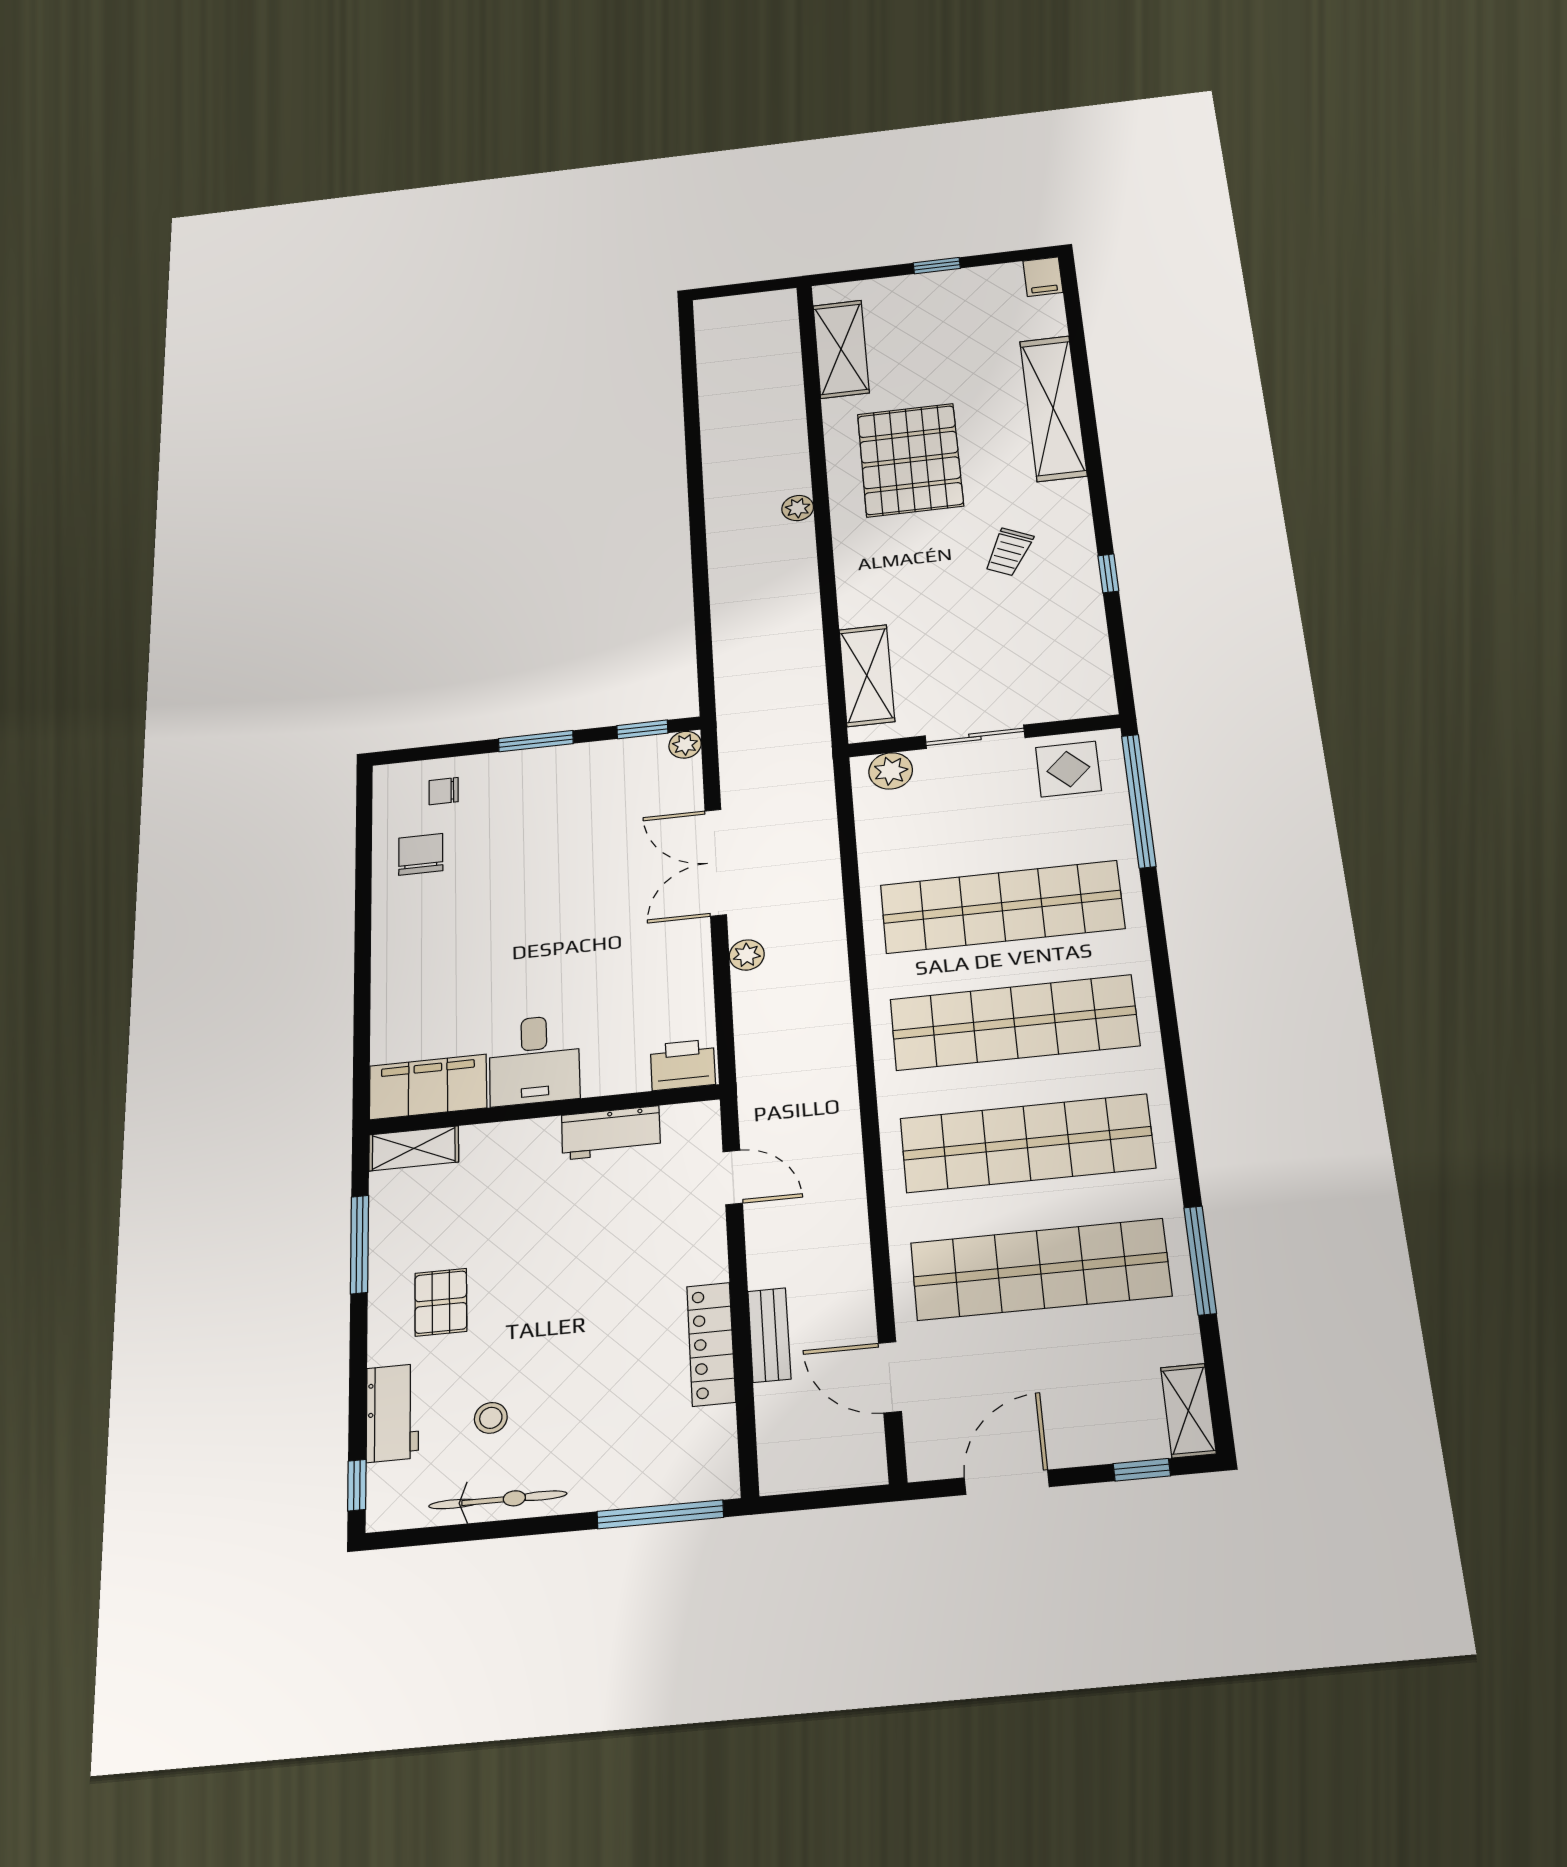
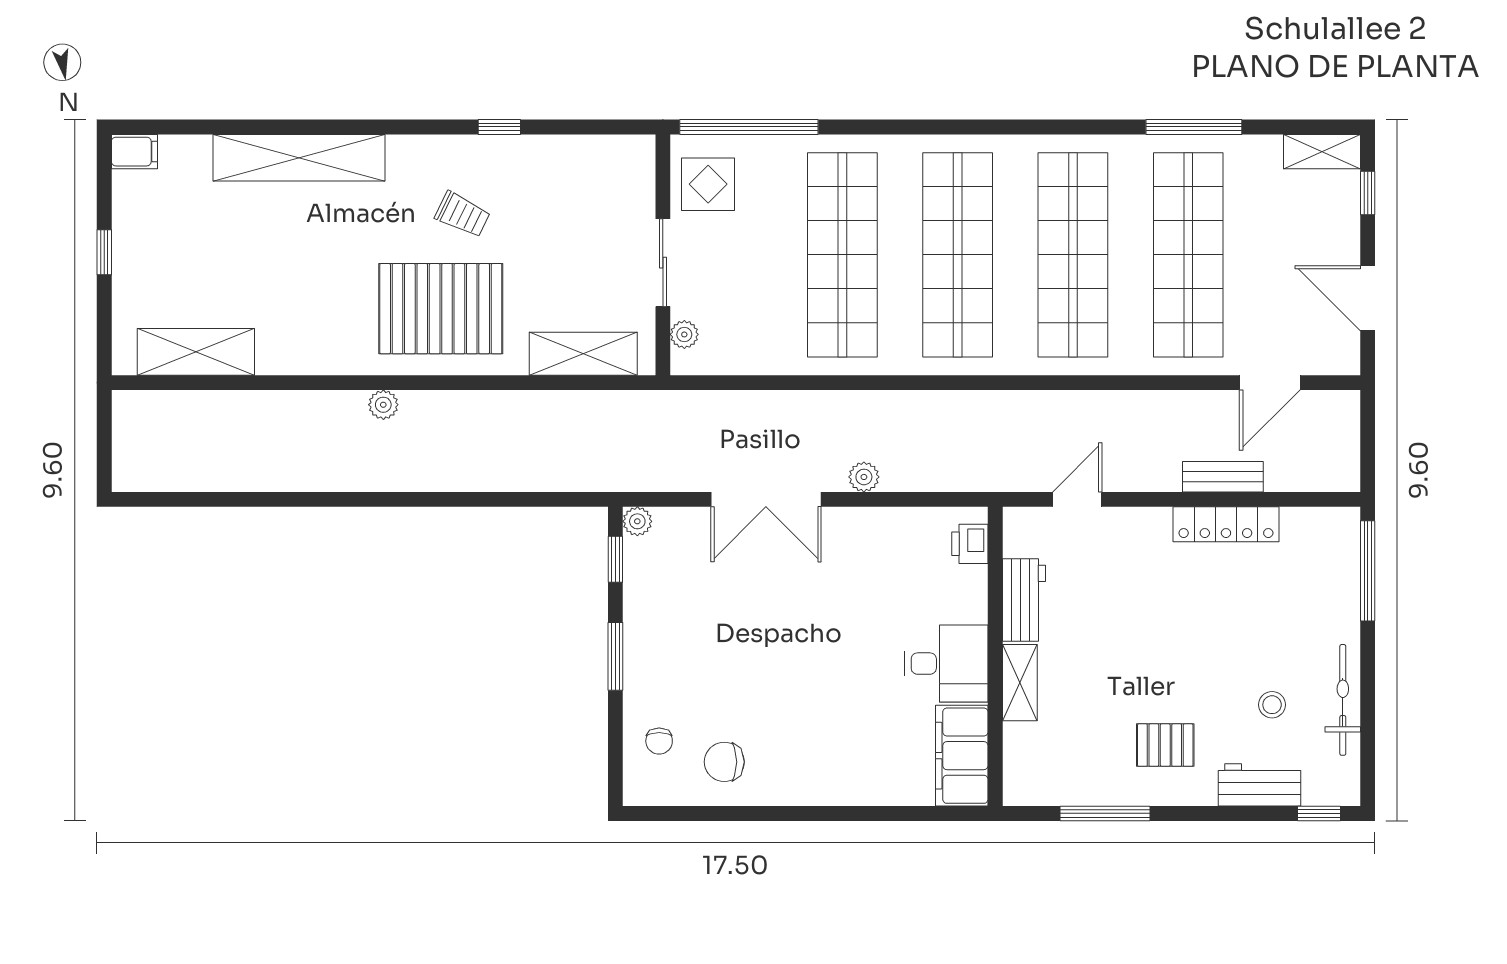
pallet: (910, 460) -> (441, 309), moved
plant: (891, 771) -> (684, 334), width x0.73, depth x0.73
printer: (683, 1065) -> (970, 544), width x0.73, depth x0.81
shelving: (414, 1148) -> (1020, 683), moved

